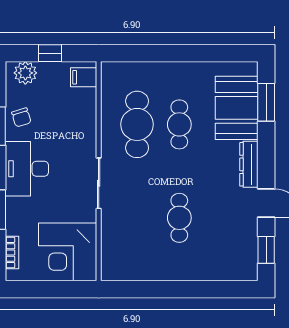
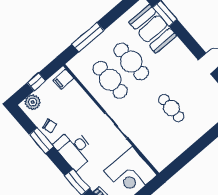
window: (154, 53) -> (88, 37), added
cafe table: (179, 124) -> (131, 62), width x1.37, depth x1.35
dresser: (249, 164) -> (183, 52), removed

